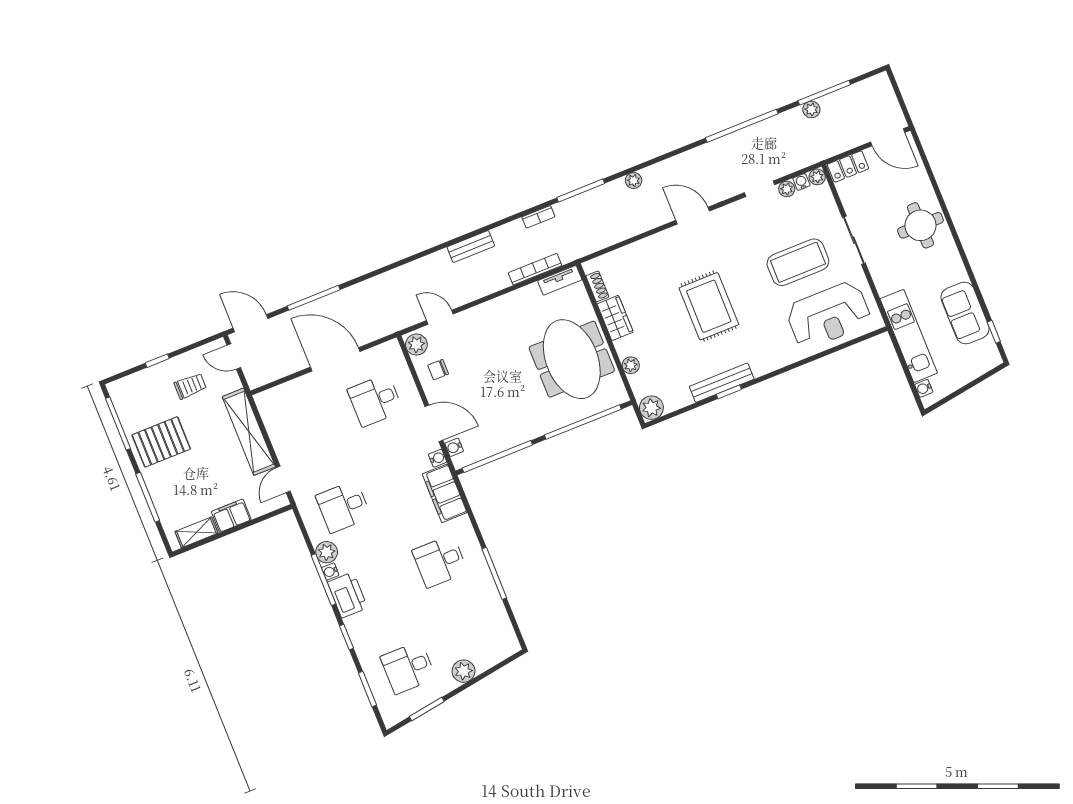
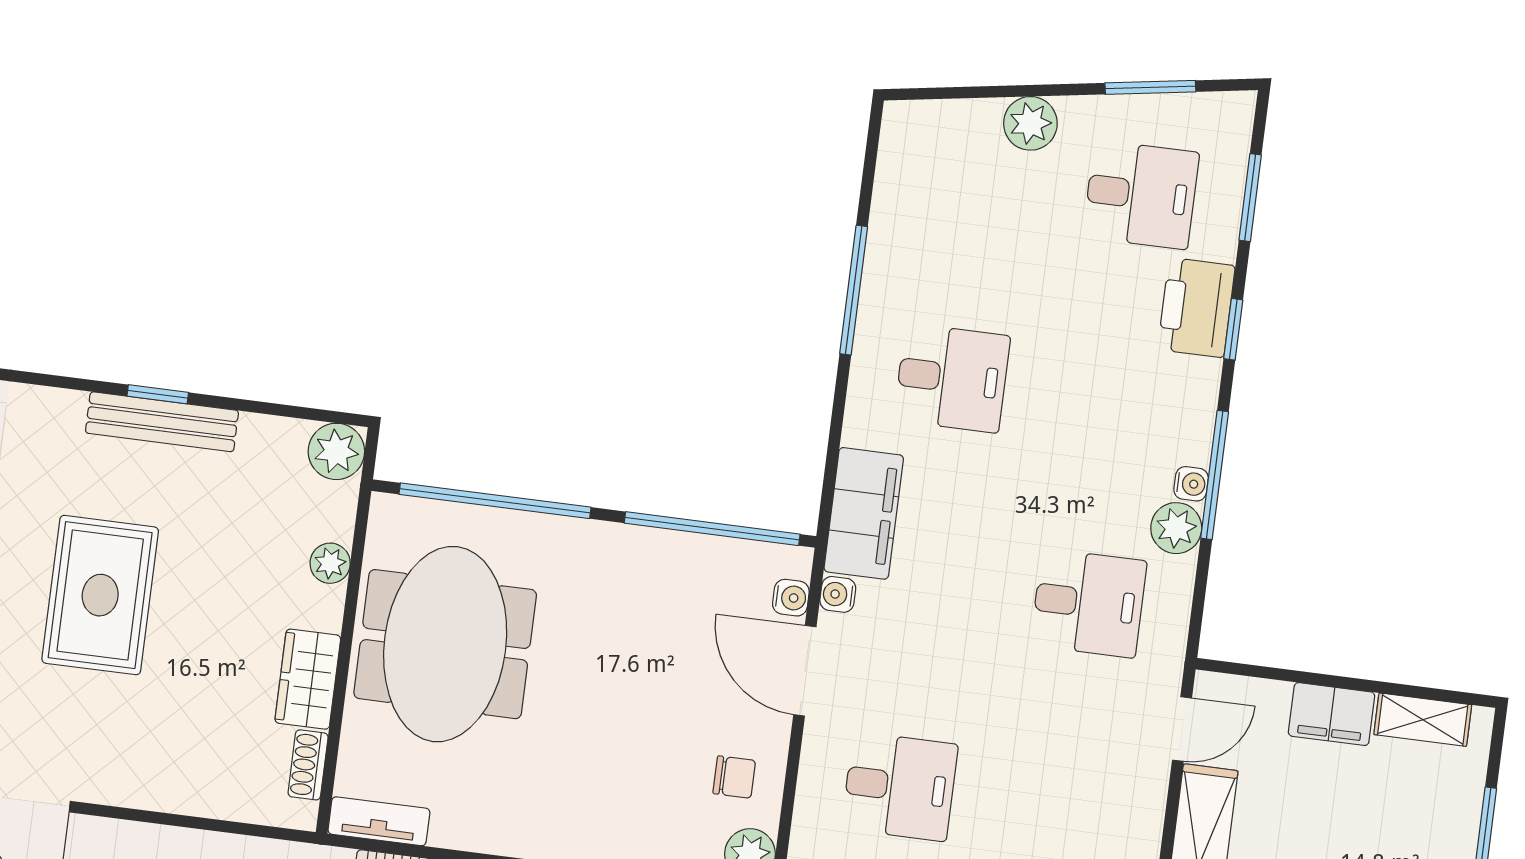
printer: (347, 595) -> (1196, 308), moved

